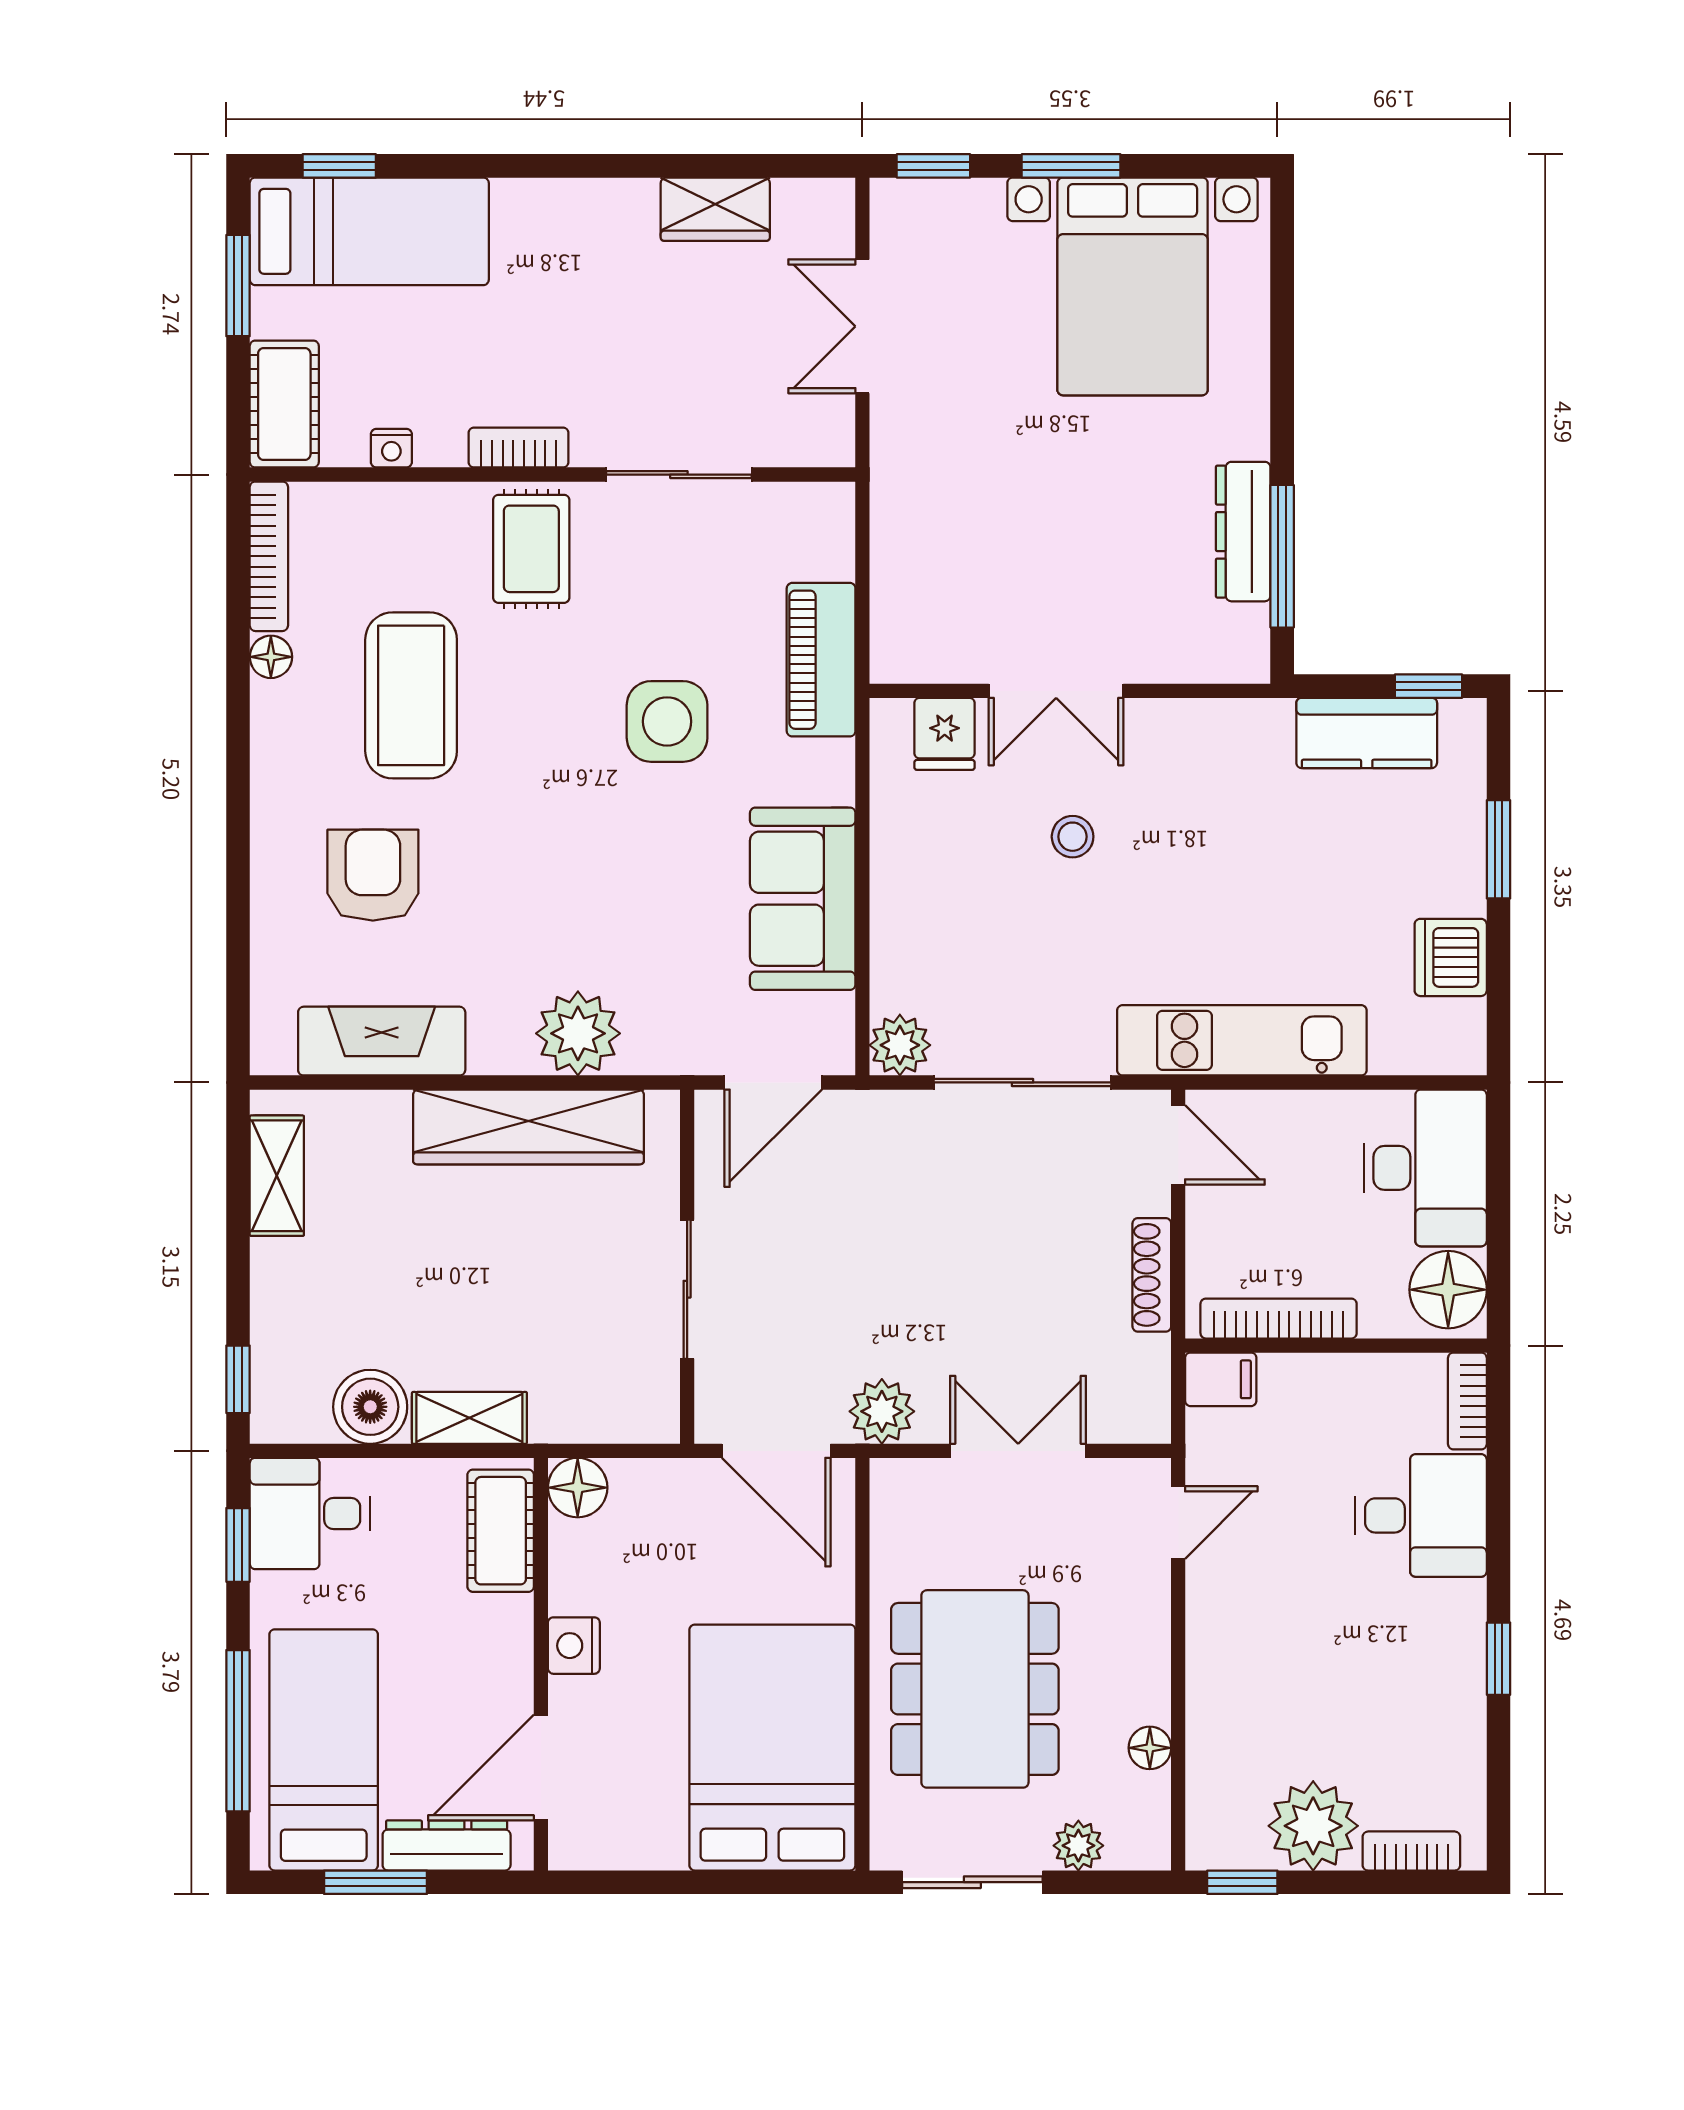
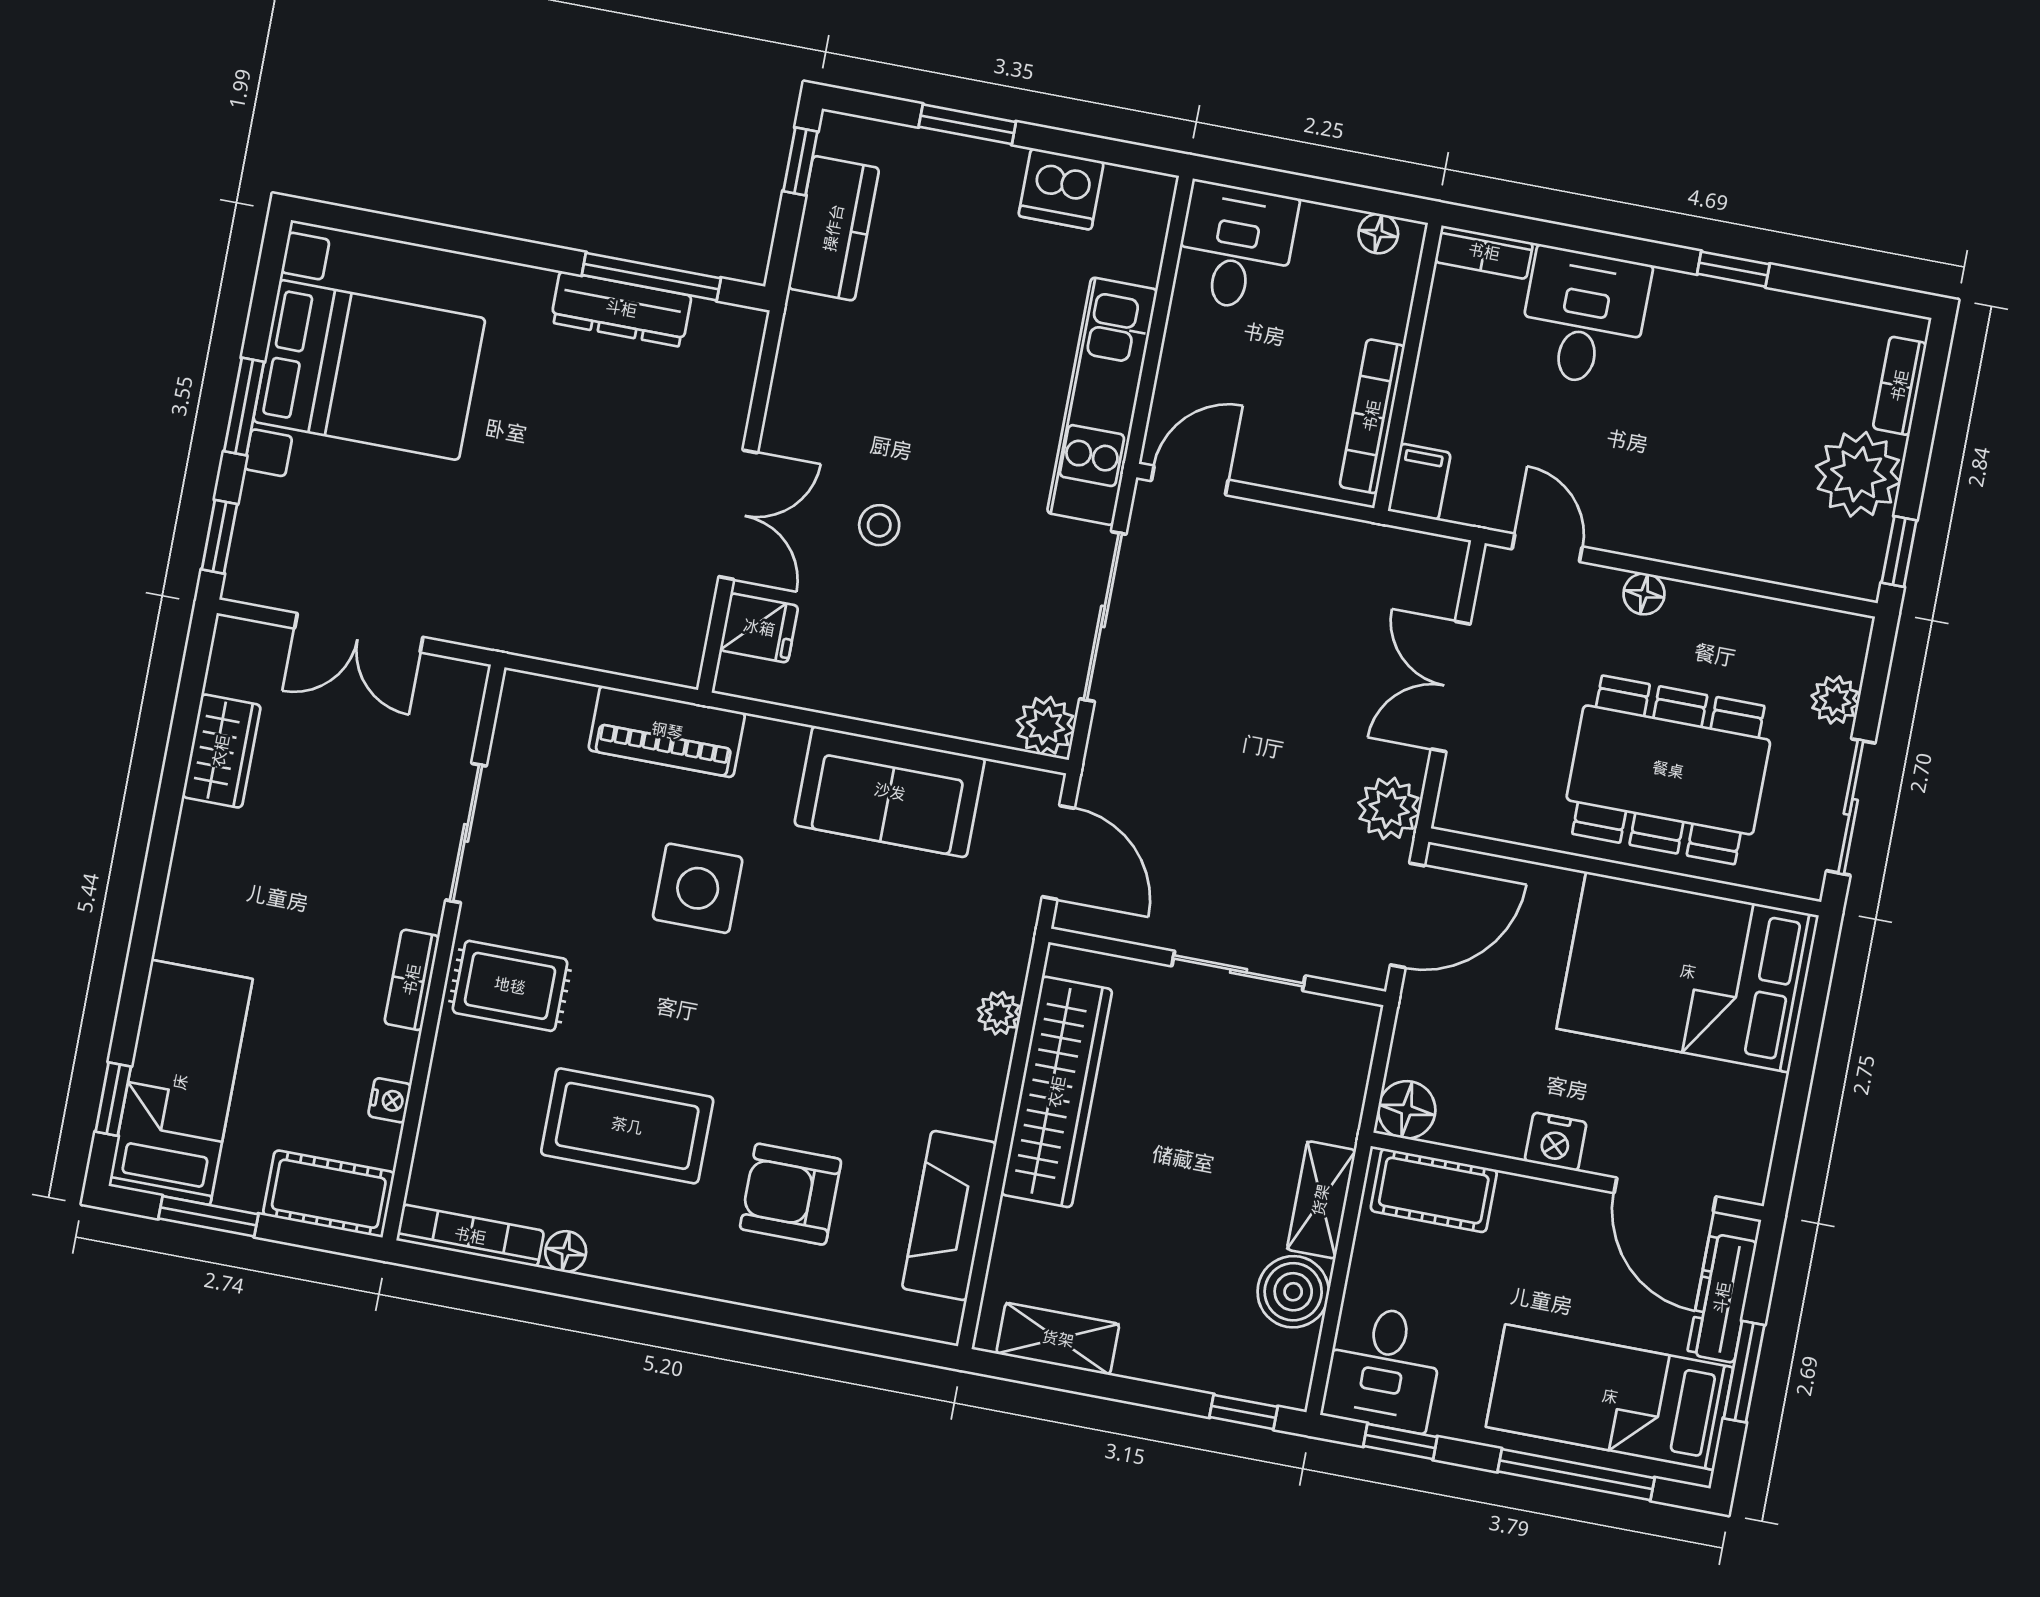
plant: (578, 1033) -> (999, 1013), width x0.53, depth x0.53
desk: (1425, 1168) -> (1236, 247), width x0.73
shoe rack: (1152, 1275) -> (1308, 529), removed
floor lamp: (1448, 1290) -> (1378, 234), width x0.53, depth x0.53
floor lamp: (1150, 1748) -> (1644, 594), moved

